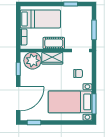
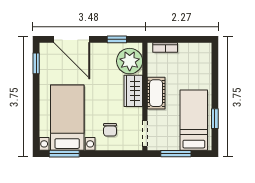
bed: (40, 19) -> (194, 120), moved, turned 180

